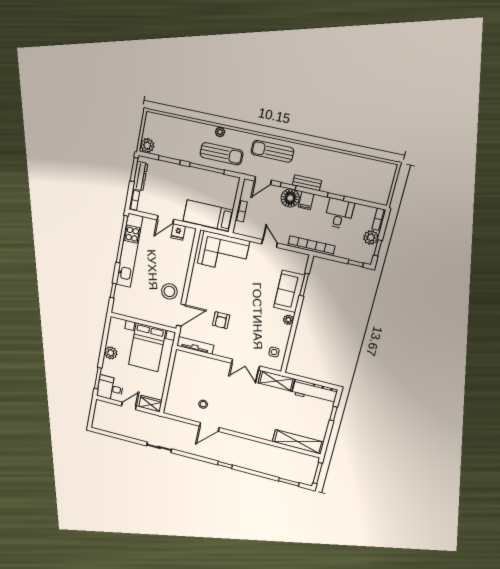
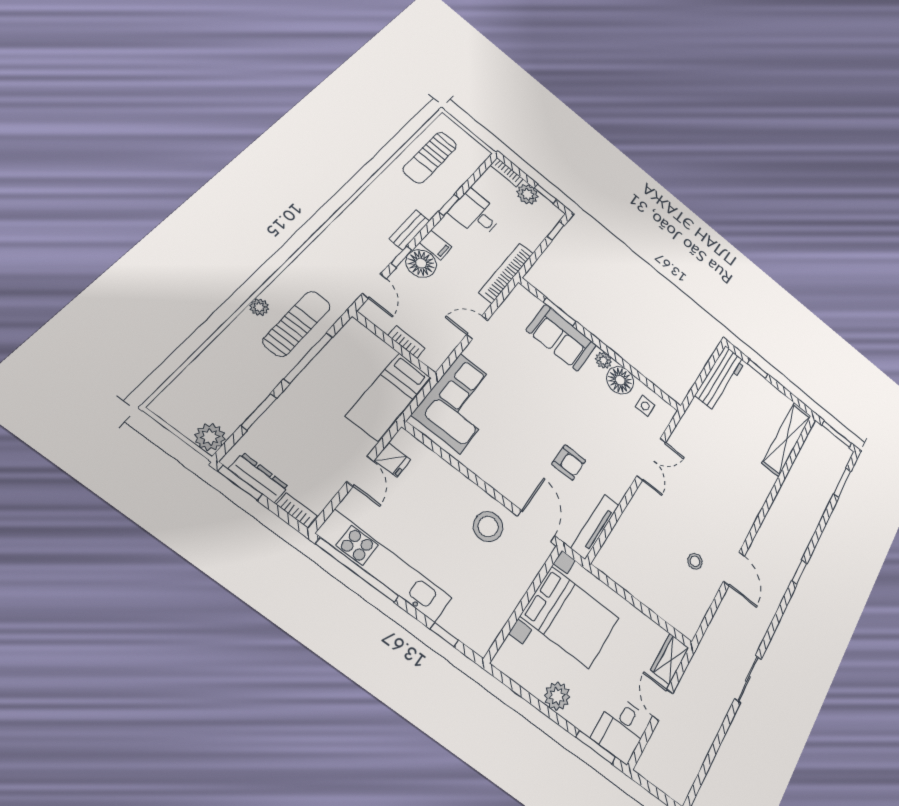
sun lounger: (272, 151) -> (430, 157), moved
floor lamp: (282, 333) -> (620, 380), added
shelving: (276, 381) -> (690, 425), removed

